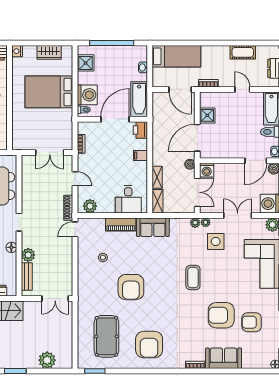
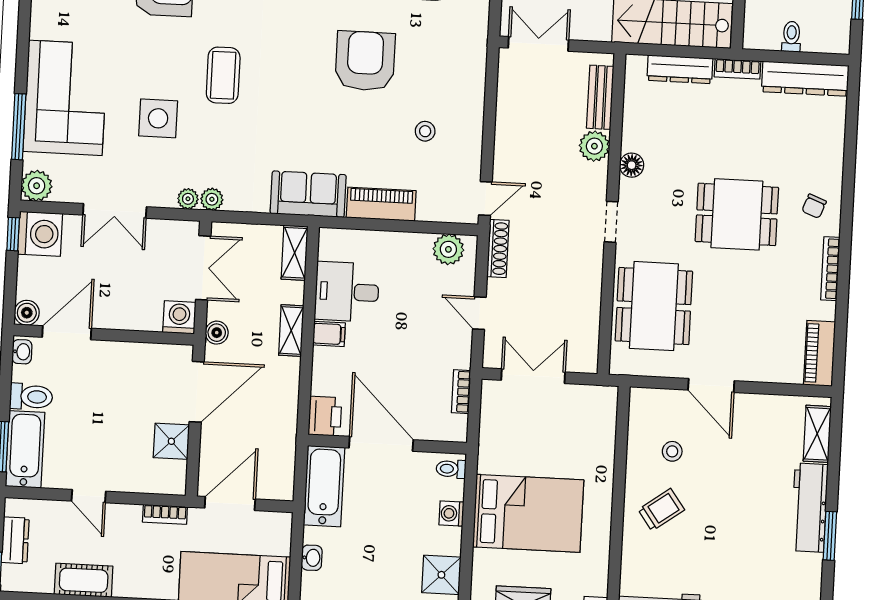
door: (180, 89) -> (230, 503), hinge flipped
washing machine: (87, 95) -> (451, 513), width x0.53, depth x0.53
door: (115, 119) -> (381, 444), swing flipped
filing cabinet: (140, 156) -> (329, 334), moved
shelving: (157, 177) -> (291, 331), moved
double door: (197, 192) -> (203, 268), swing flipped
desk: (128, 199) -> (347, 292), moved, turned -90
side table: (216, 242) -> (158, 118), moved

